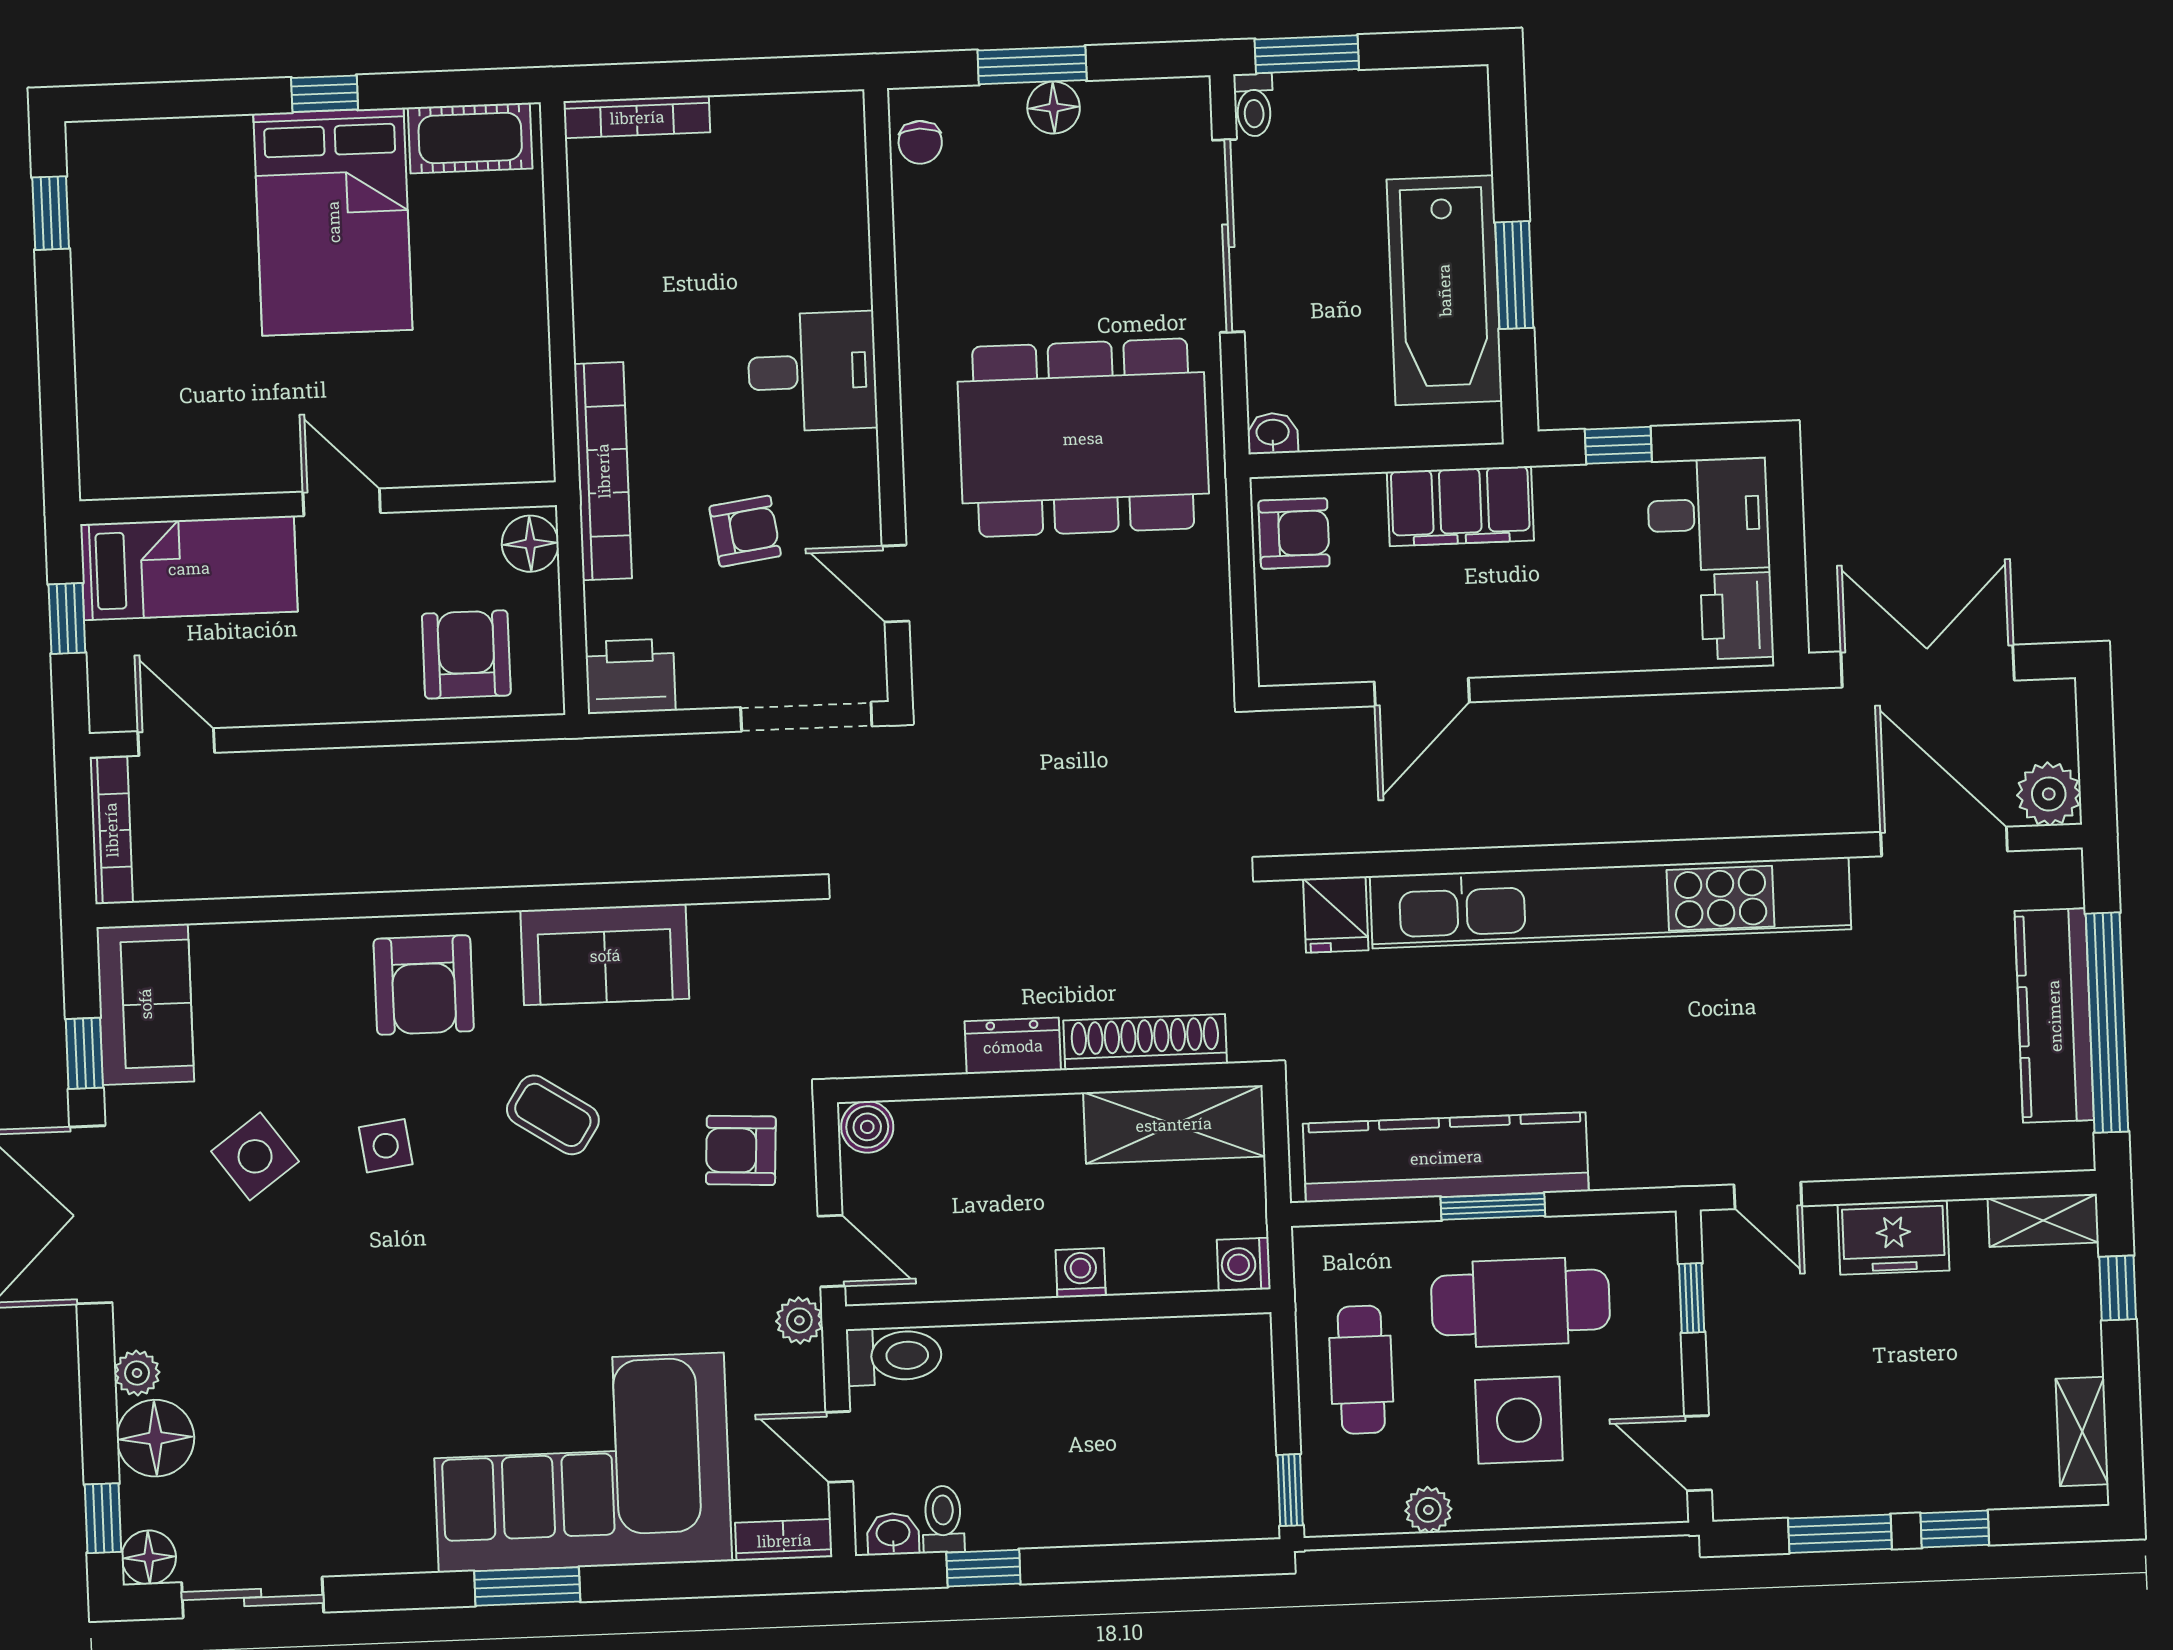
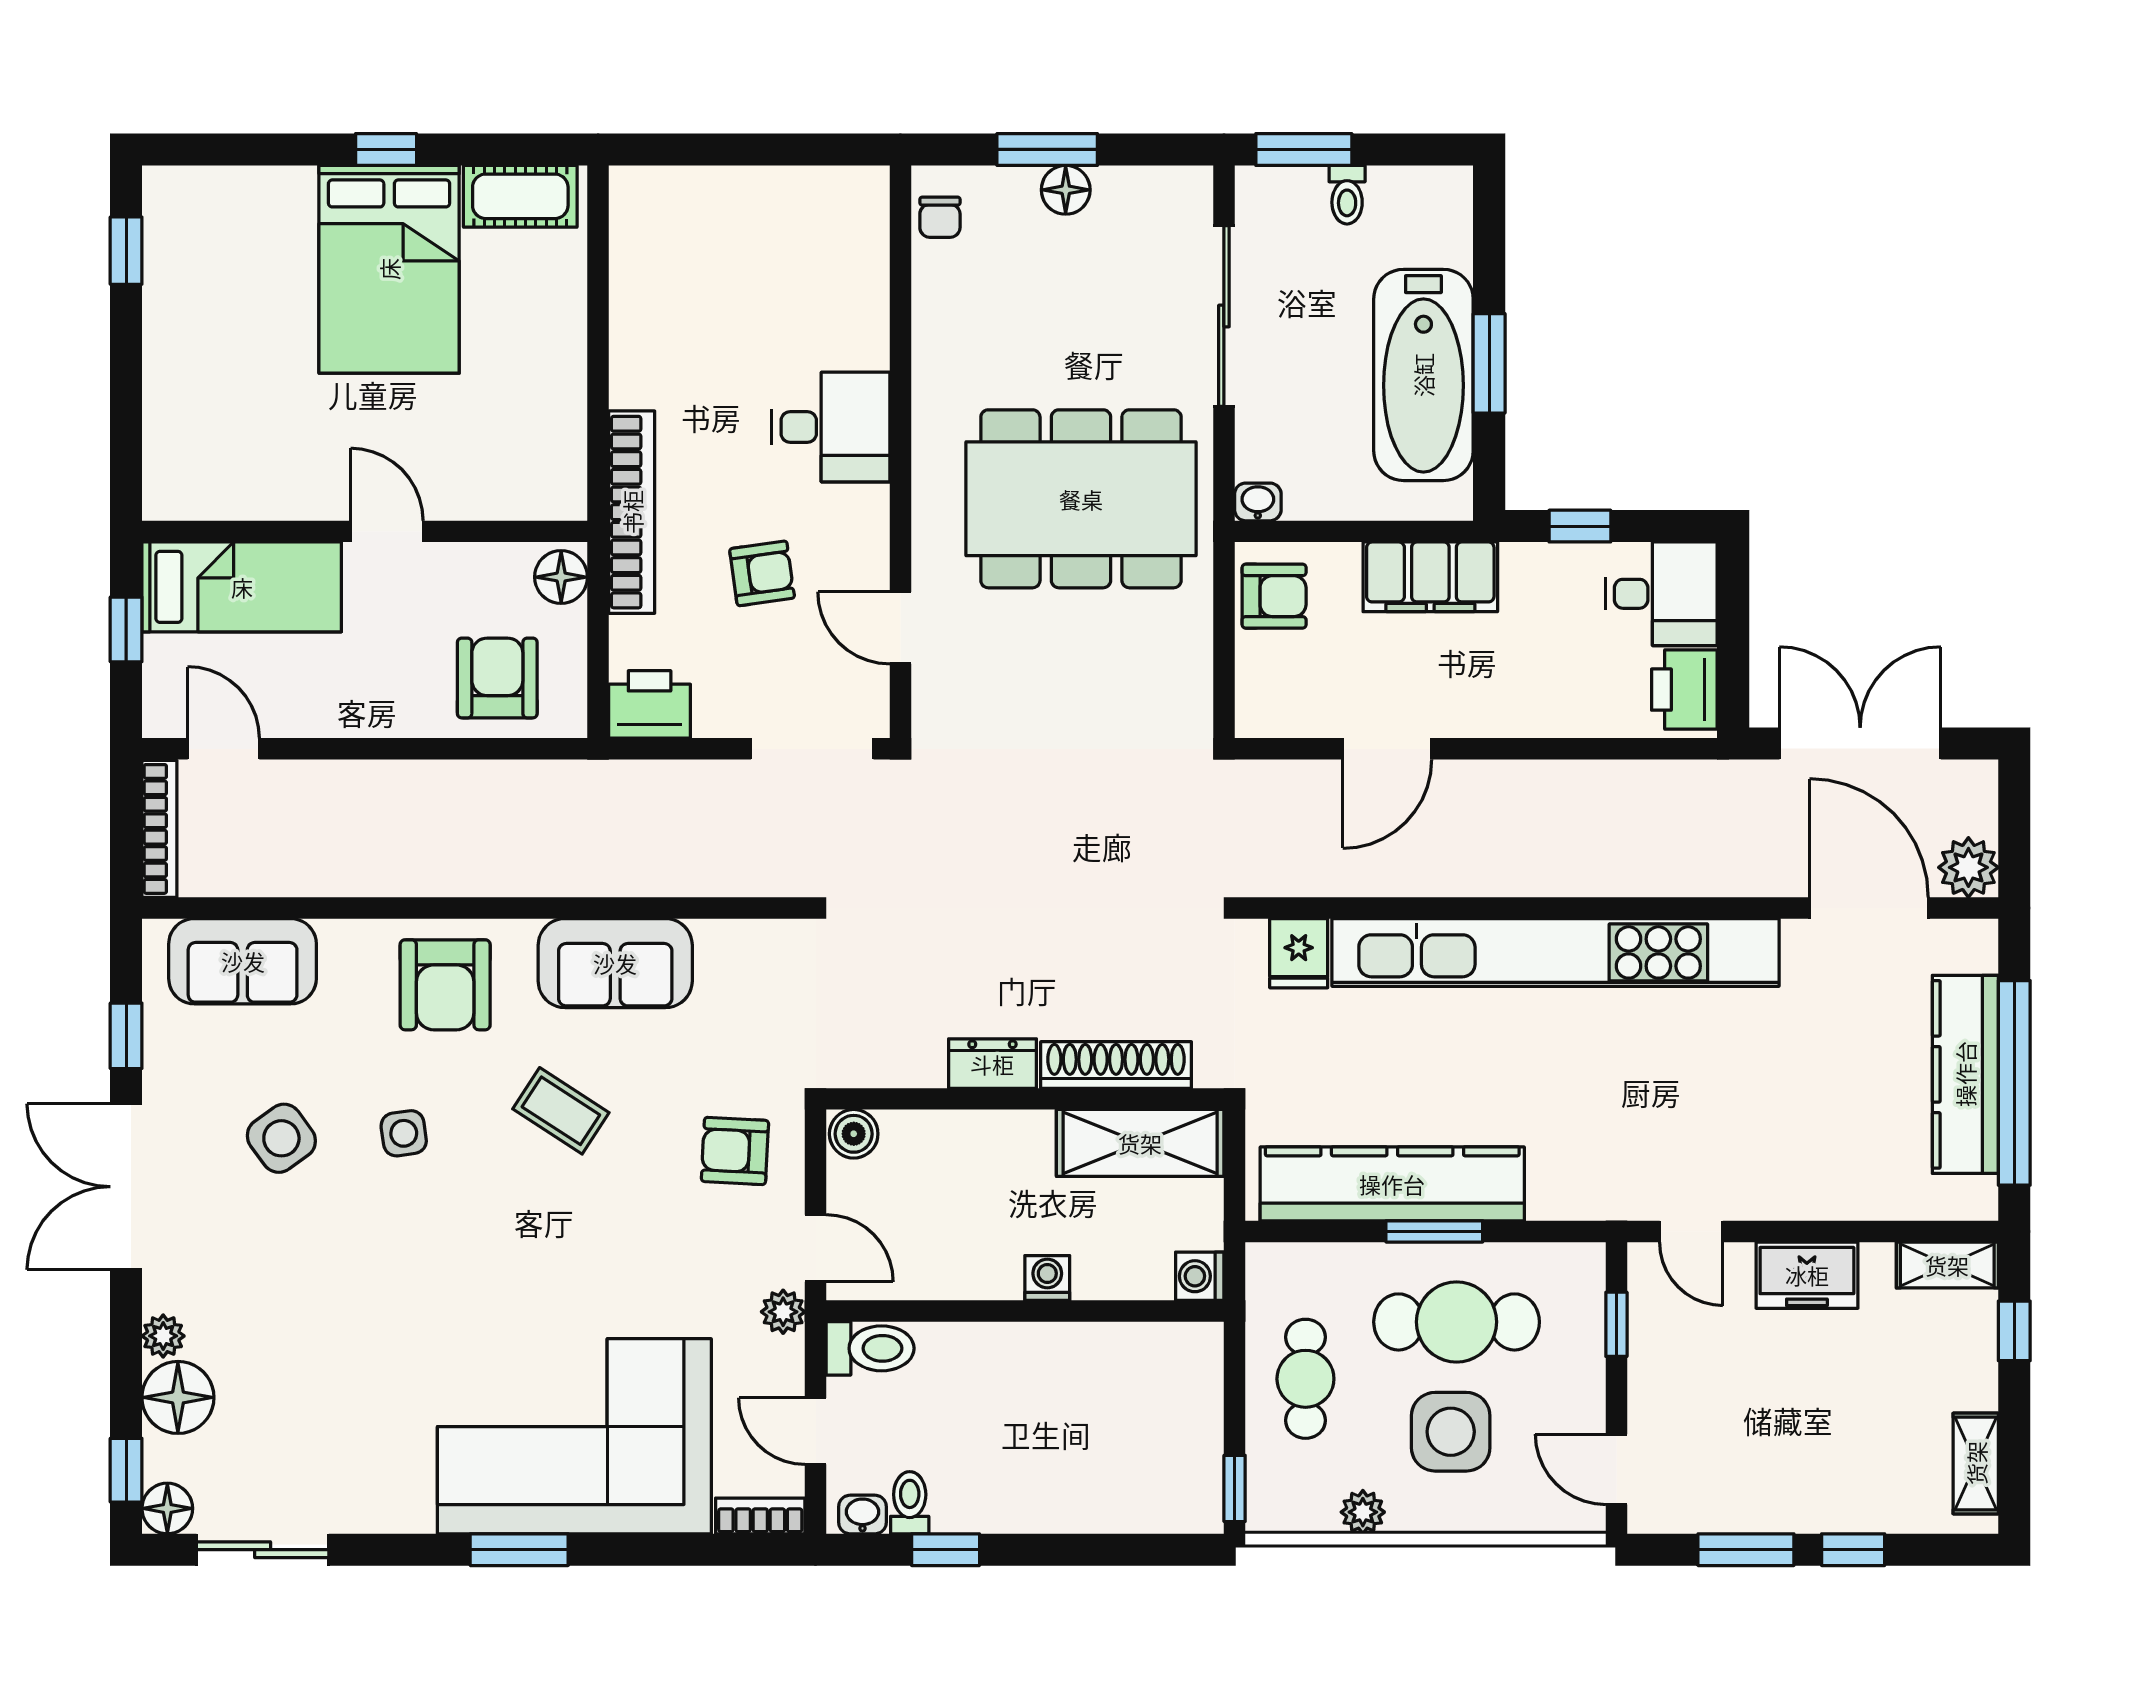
toilet: (1254, 105) -> (1347, 195), moved
bookcase: (637, 117) -> (676, 183), removed
sofa: (145, 1004) -> (243, 961), moved, turned 90

